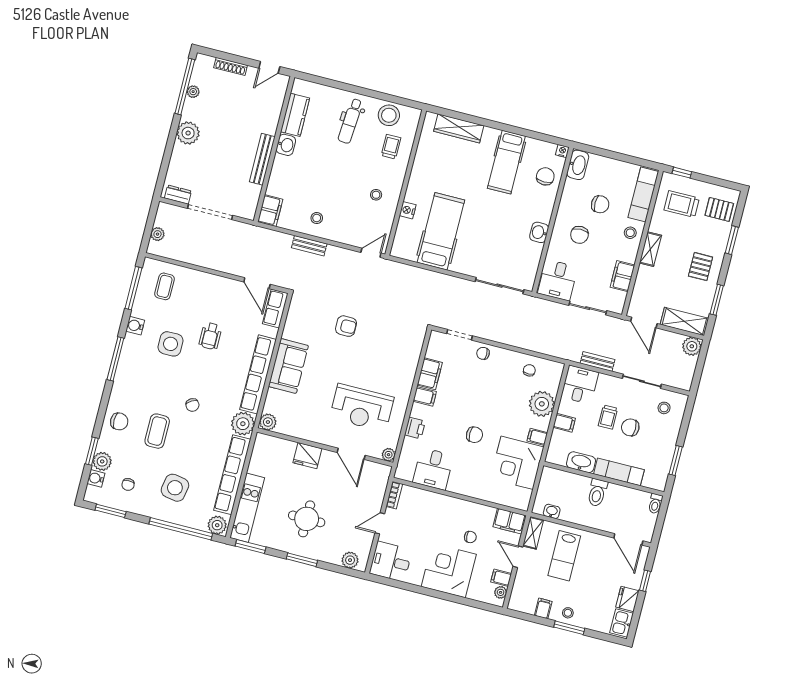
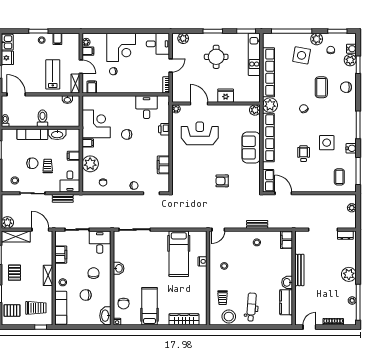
filing cabinet: (425, 396) -> (163, 150), removed
filing cabinet: (509, 521) -> (92, 87), width x0.50
plant: (217, 525) -> (317, 39), moved

